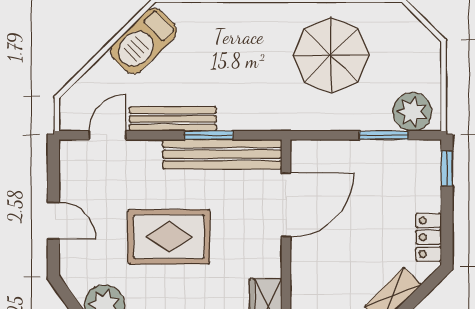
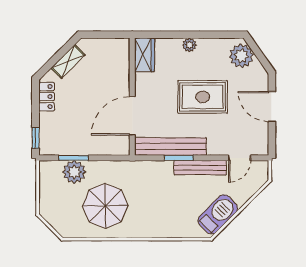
plant: (412, 112) -> (74, 172), moved
door: (53, 221) -> (272, 107), width x1.38

